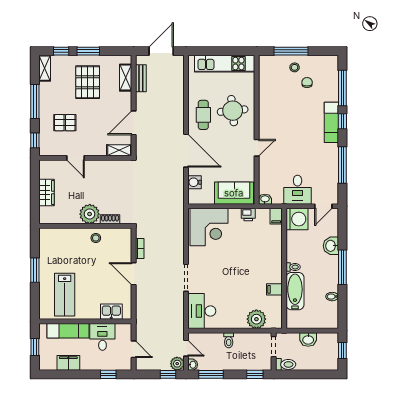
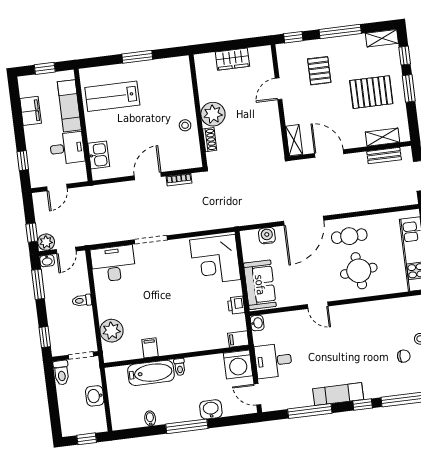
exam couch: (331, 122) -> (338, 394), moved

